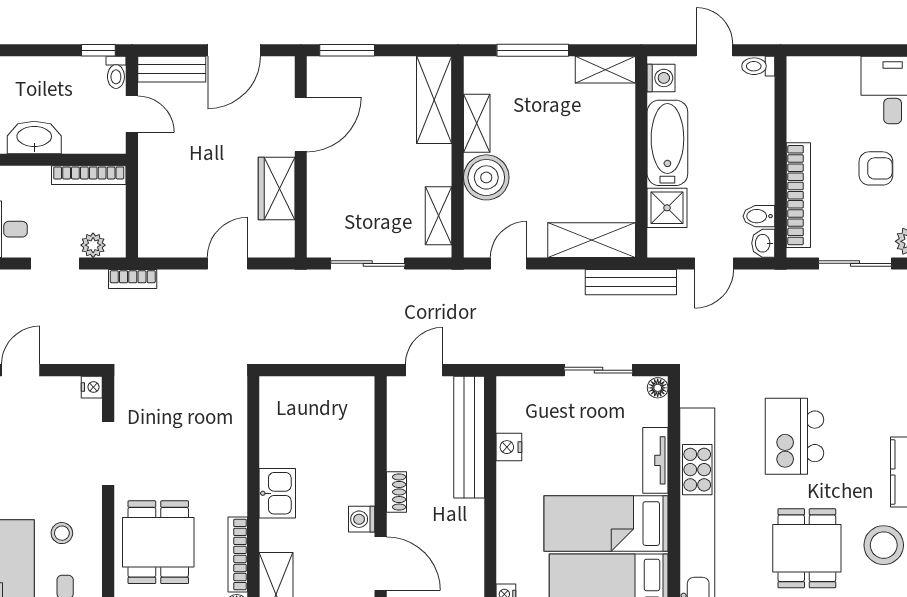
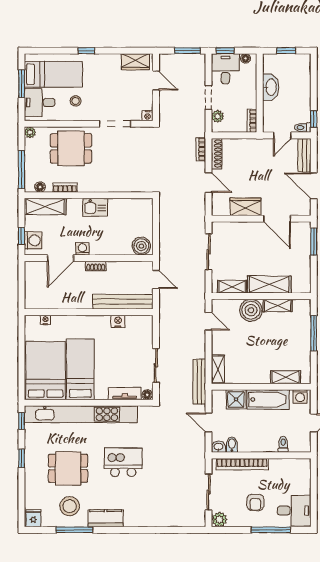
toilet: (758, 66) -> (283, 444), moved
shelving: (605, 70) -> (286, 377), moved, turned 90
shelving: (434, 100) -> (269, 285), moved
bookcase: (89, 175) -> (252, 121), width x0.64
shelving: (592, 240) -> (218, 369), width x0.67, depth x0.75
shoe rack: (169, 247) -> (217, 154), added
bookcase: (133, 279) -> (201, 149), moved
boiler: (356, 400) -> (141, 246), added
tv unit: (655, 460) -> (125, 394), moved
bookcase: (238, 554) -> (65, 188), width x0.64

